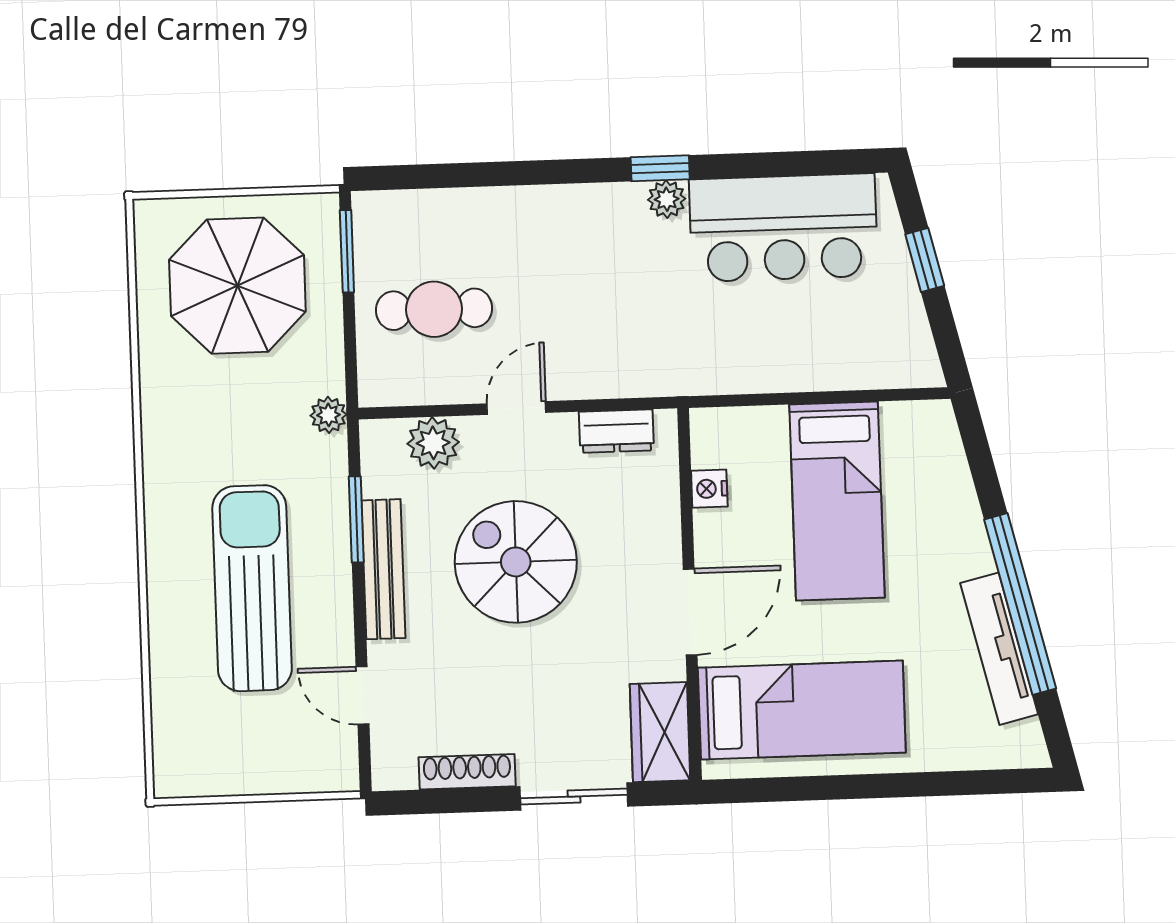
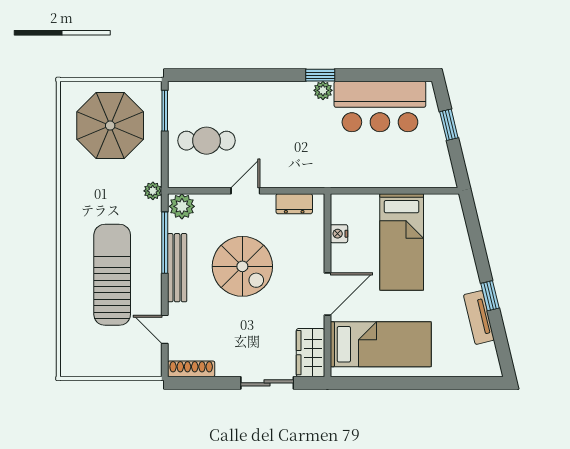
plant: (433, 443) -> (182, 206), moved
window: (356, 519) -> (165, 243), width x1.44
spiral stairs: (516, 562) -> (242, 266), turned 180
window: (1020, 604) -> (490, 296), width x0.32
tv unit: (999, 649) -> (479, 317), width x0.71
shoe rack: (467, 772) -> (191, 369), moved

